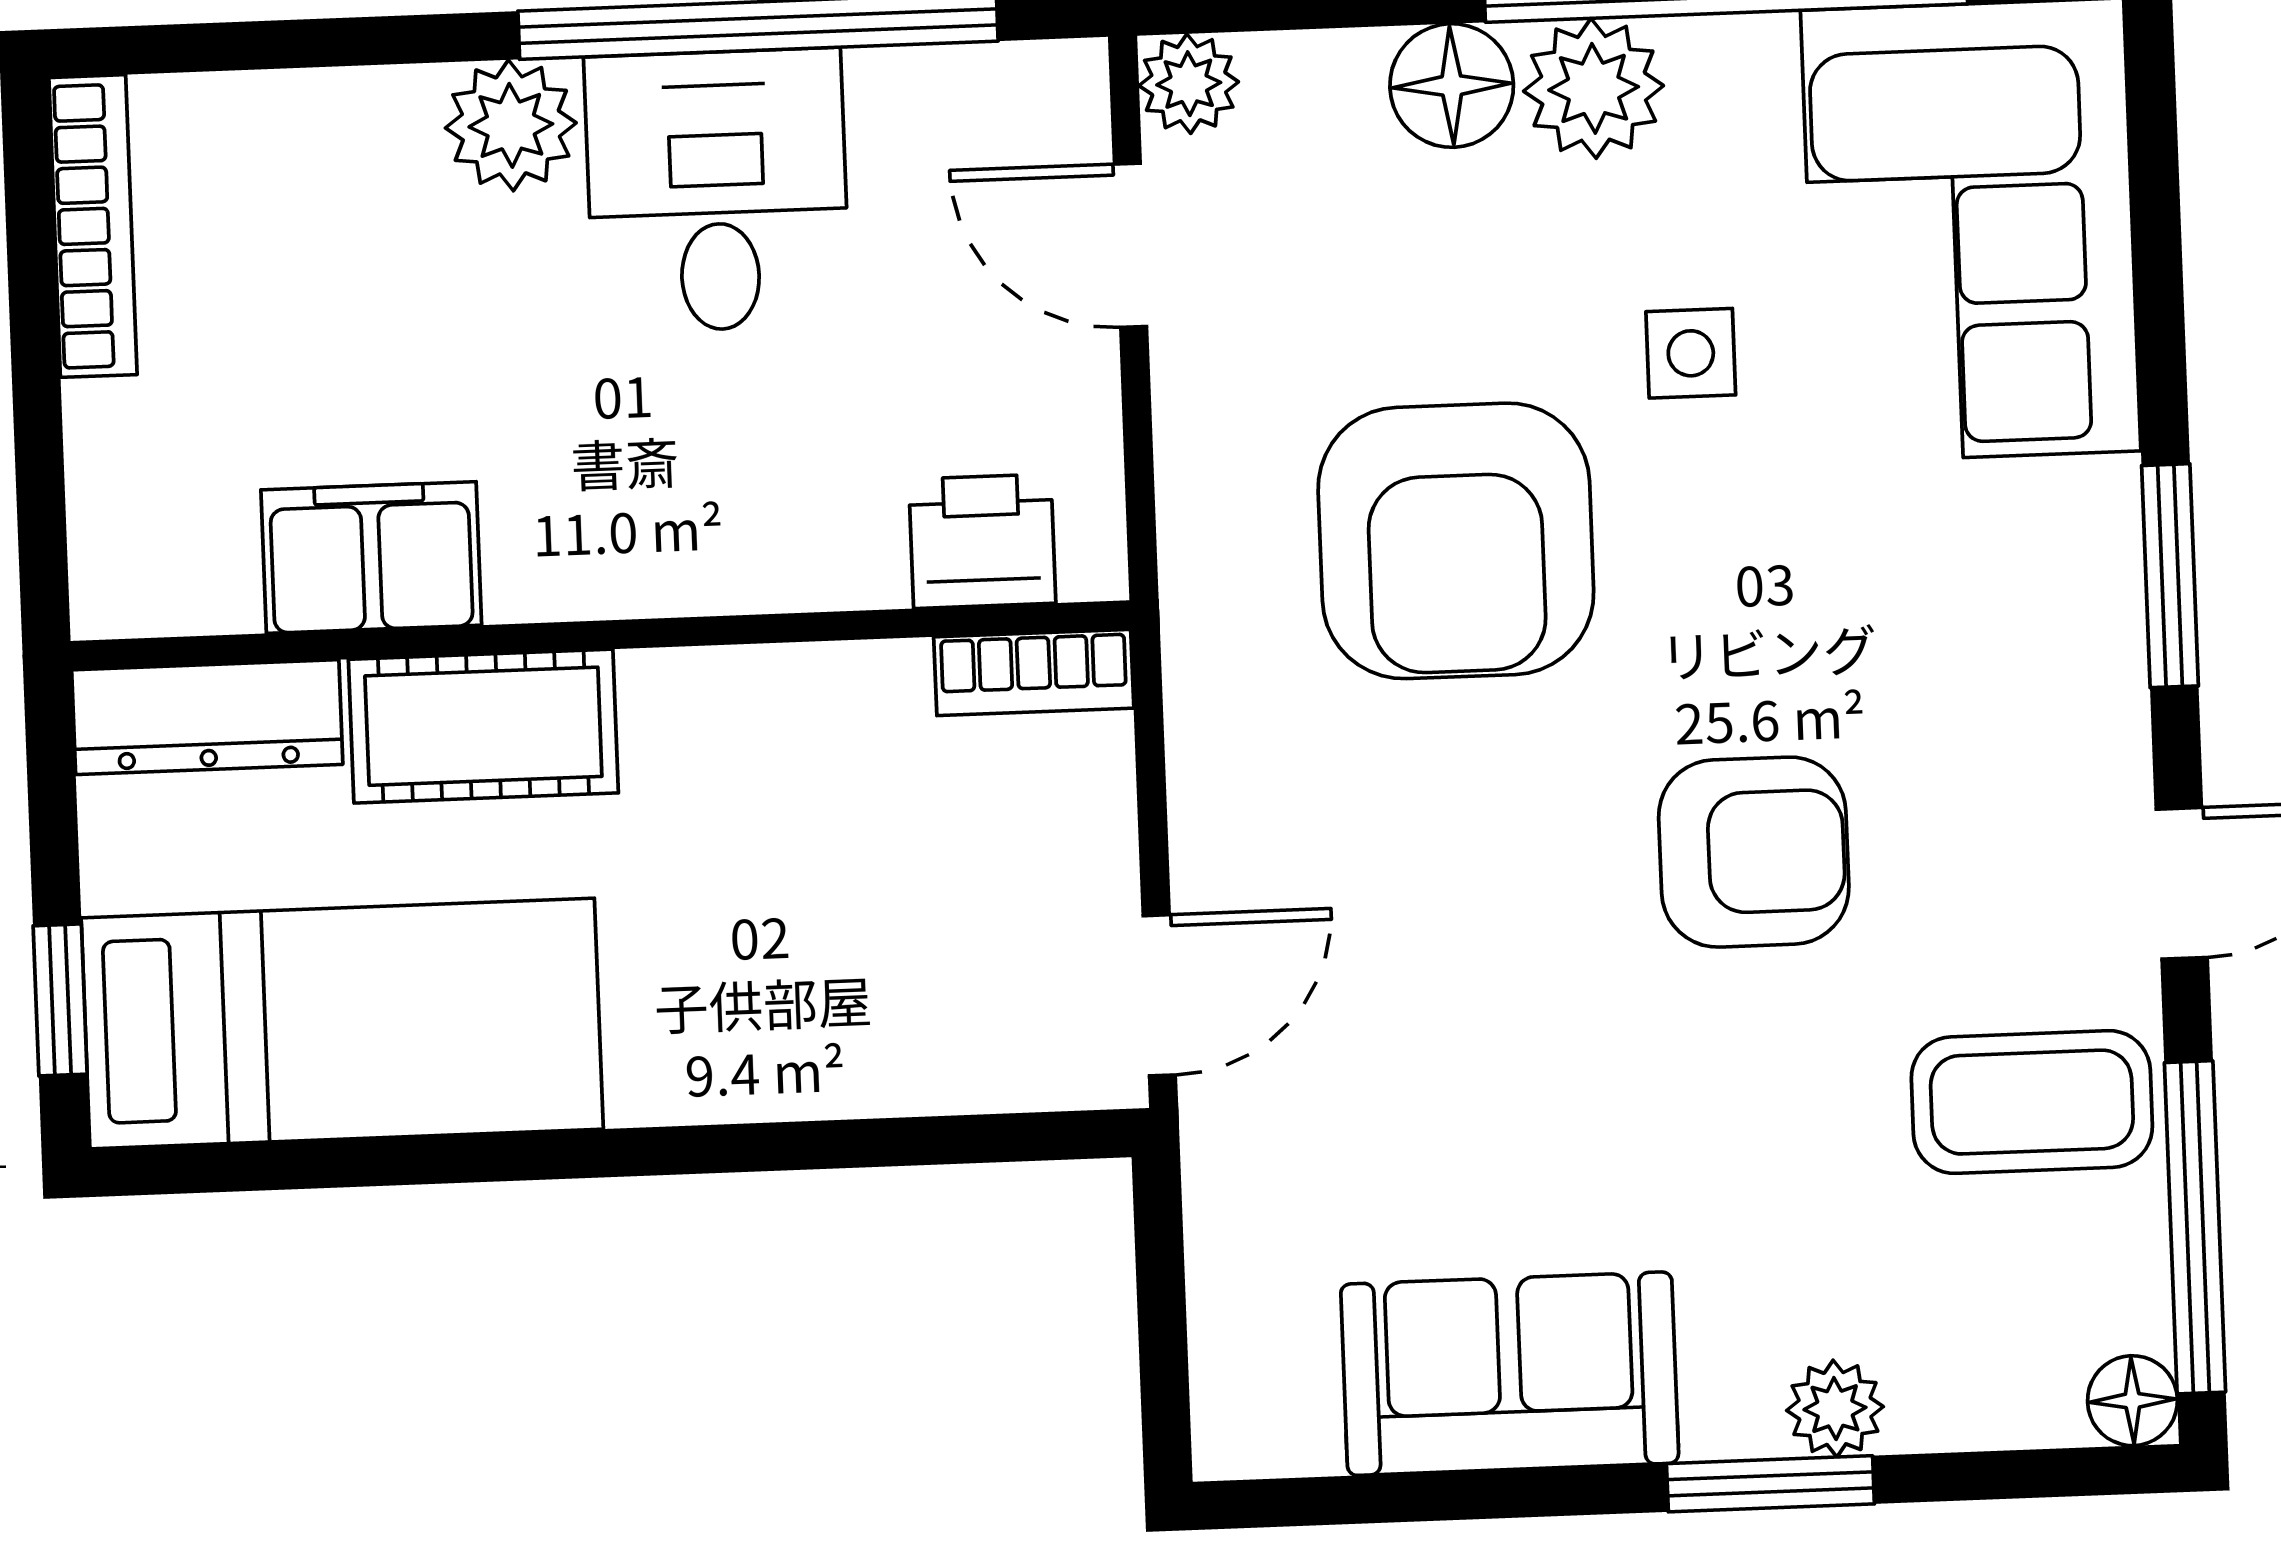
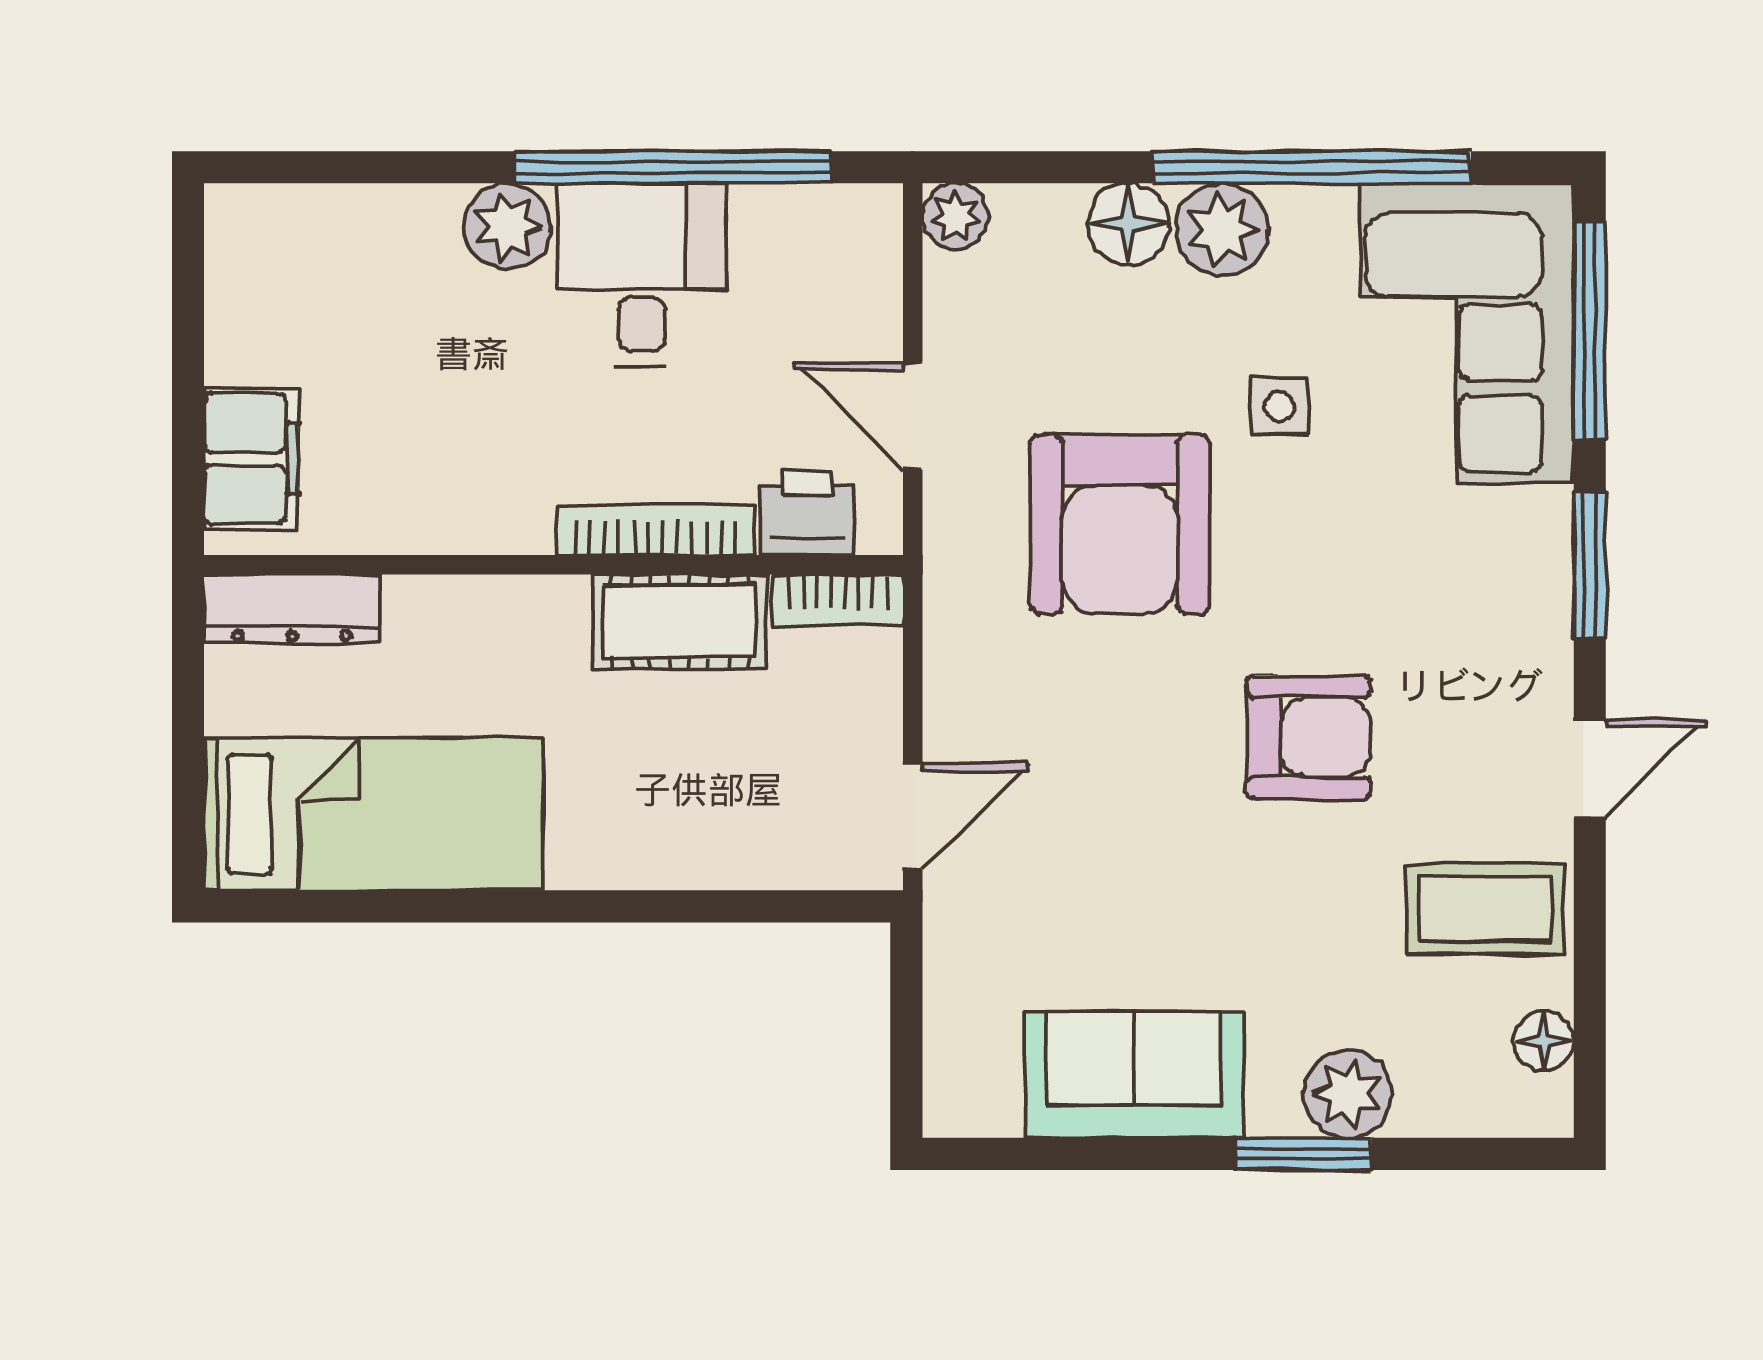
bookcase: (93, 226) -> (655, 530), moved, turned -90
door: (1131, 245) -> (913, 416), moved
filing cabinet: (371, 558) -> (251, 459), moved, turned 90
cot: (483, 726) -> (679, 622), moved
window: (60, 1000) -> (188, 792), removed
window: (2195, 1227) -> (1590, 331), moved
floor lamp: (2132, 1401) -> (1544, 1041), moved
plant: (1835, 1409) -> (1348, 1094), width x1.38, depth x1.38

